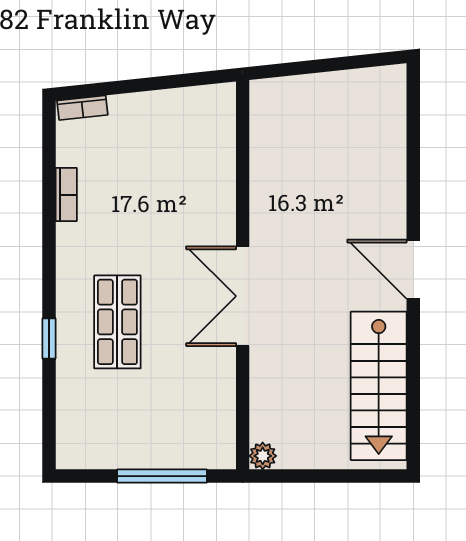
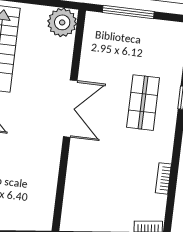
plant: (263, 456) -> (62, 22), width x1.87, depth x1.87

